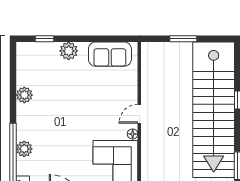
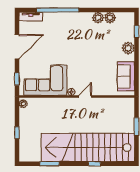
door: (139, 114) -> (85, 97), hinge flipped
plant: (24, 149) -> (110, 18), moved

